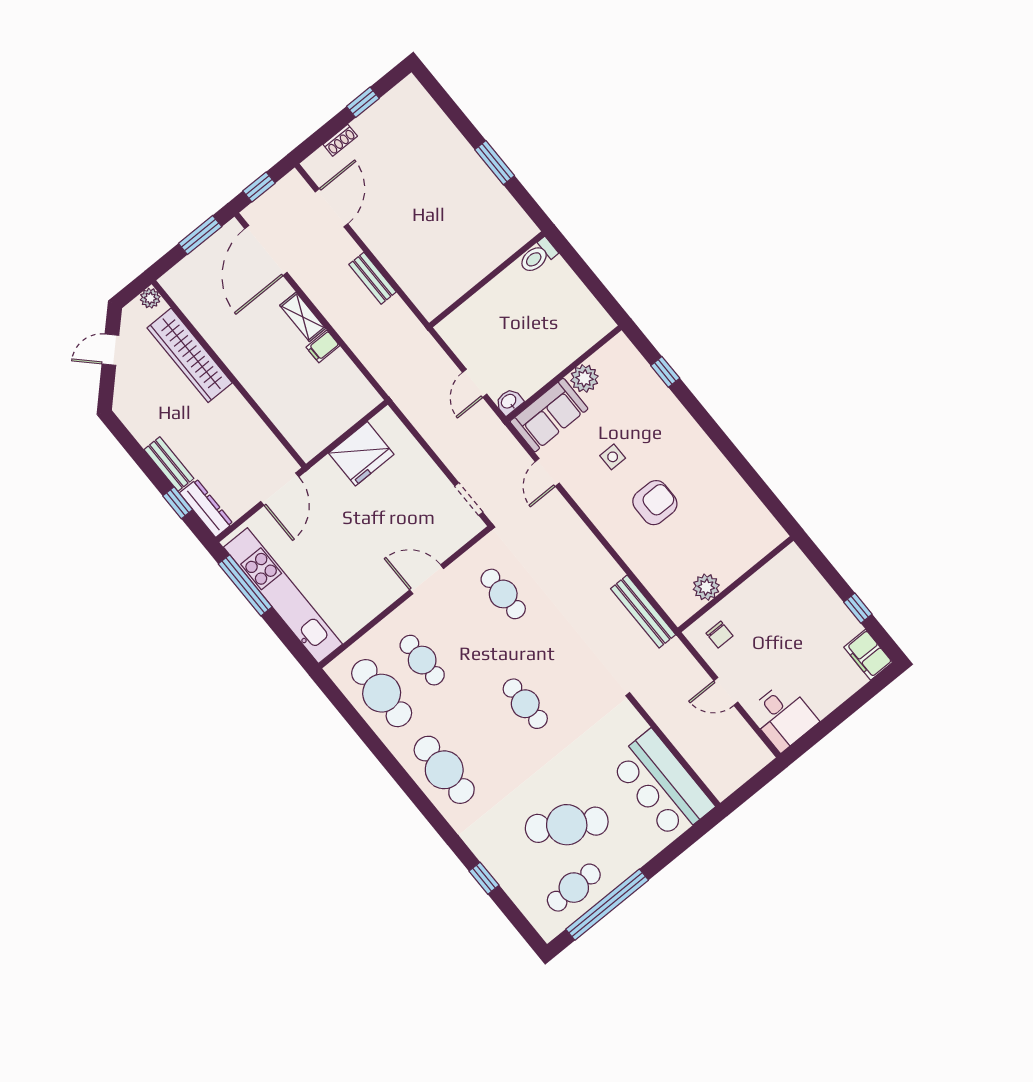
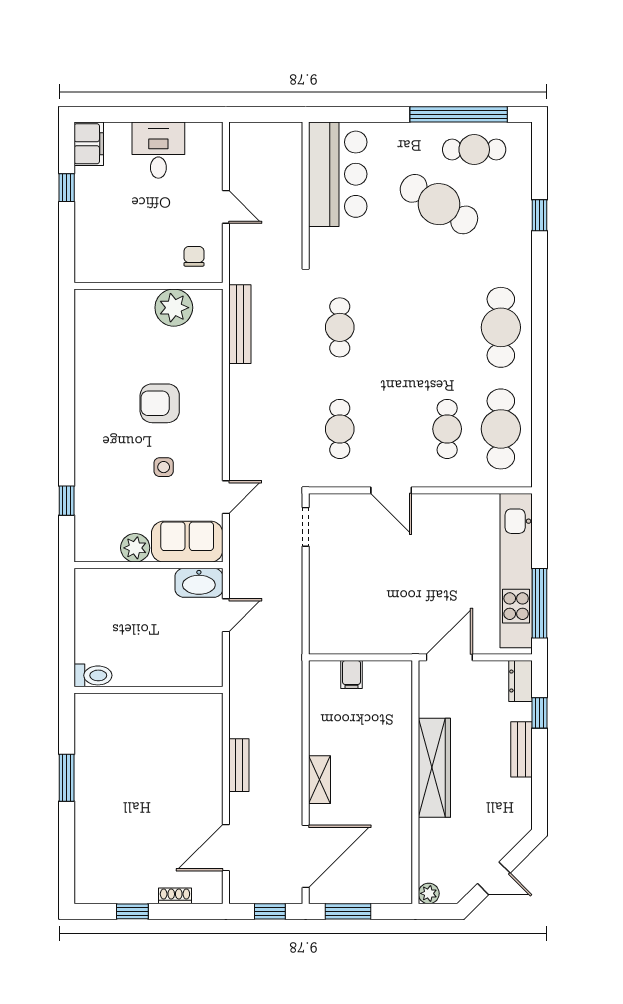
filing cabinet: (323, 346) -> (351, 674), moved, turned 90
wardrobe: (190, 355) -> (434, 768), moved
washbasin: (509, 402) -> (199, 583), width x1.91, depth x1.45
fridge: (361, 454) -> (362, 633), removed
dresser: (206, 508) -> (520, 681), width x0.70
plant: (706, 587) -> (174, 308), width x1.36, depth x1.36
cafe table: (525, 704) -> (340, 327), moved
desk: (783, 716) -> (158, 150), moved

